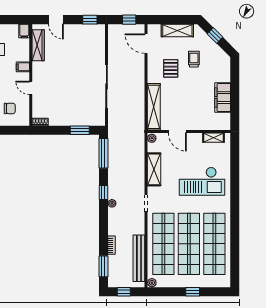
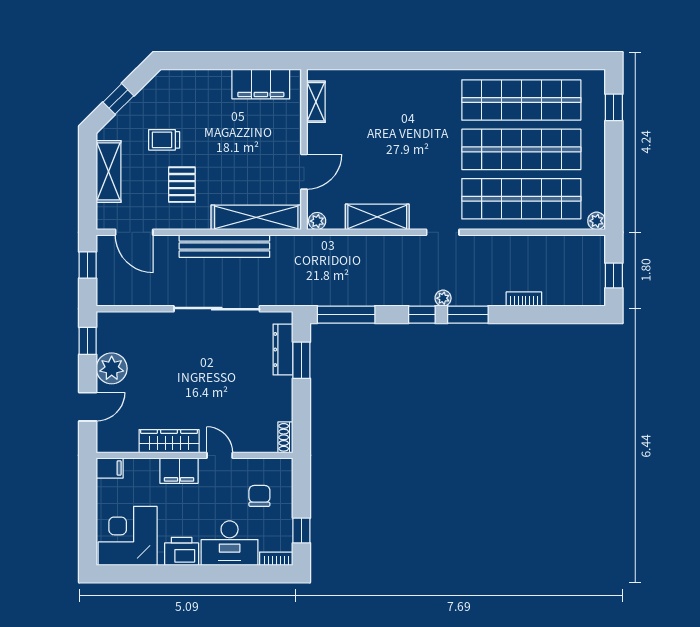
plant: (76, 32) -> (112, 368), added
door: (146, 44) -> (134, 232), hinge flipped
wardrobe: (38, 45) -> (169, 441), moved
filing cabinet: (23, 67) -> (179, 471), width x2.00
pallet: (171, 68) -> (182, 185), turned 90
door: (31, 88) -> (220, 455), swing flipped
filing cabinet: (223, 98) -> (261, 84), moved
dresser: (85, 121) -> (283, 350), added
checkout: (202, 181) -> (400, 124), removed
bench: (139, 258) -> (224, 246), moved
window: (103, 266) -> (468, 315), moved
window: (193, 292) -> (614, 107), moved

